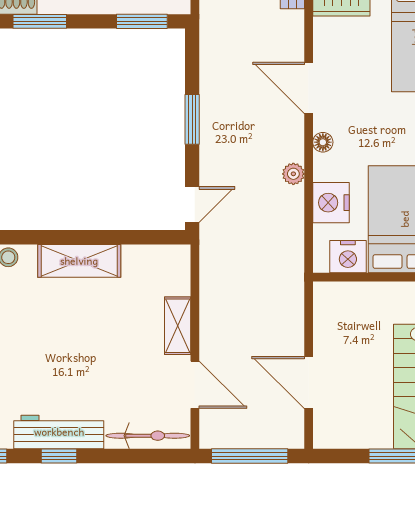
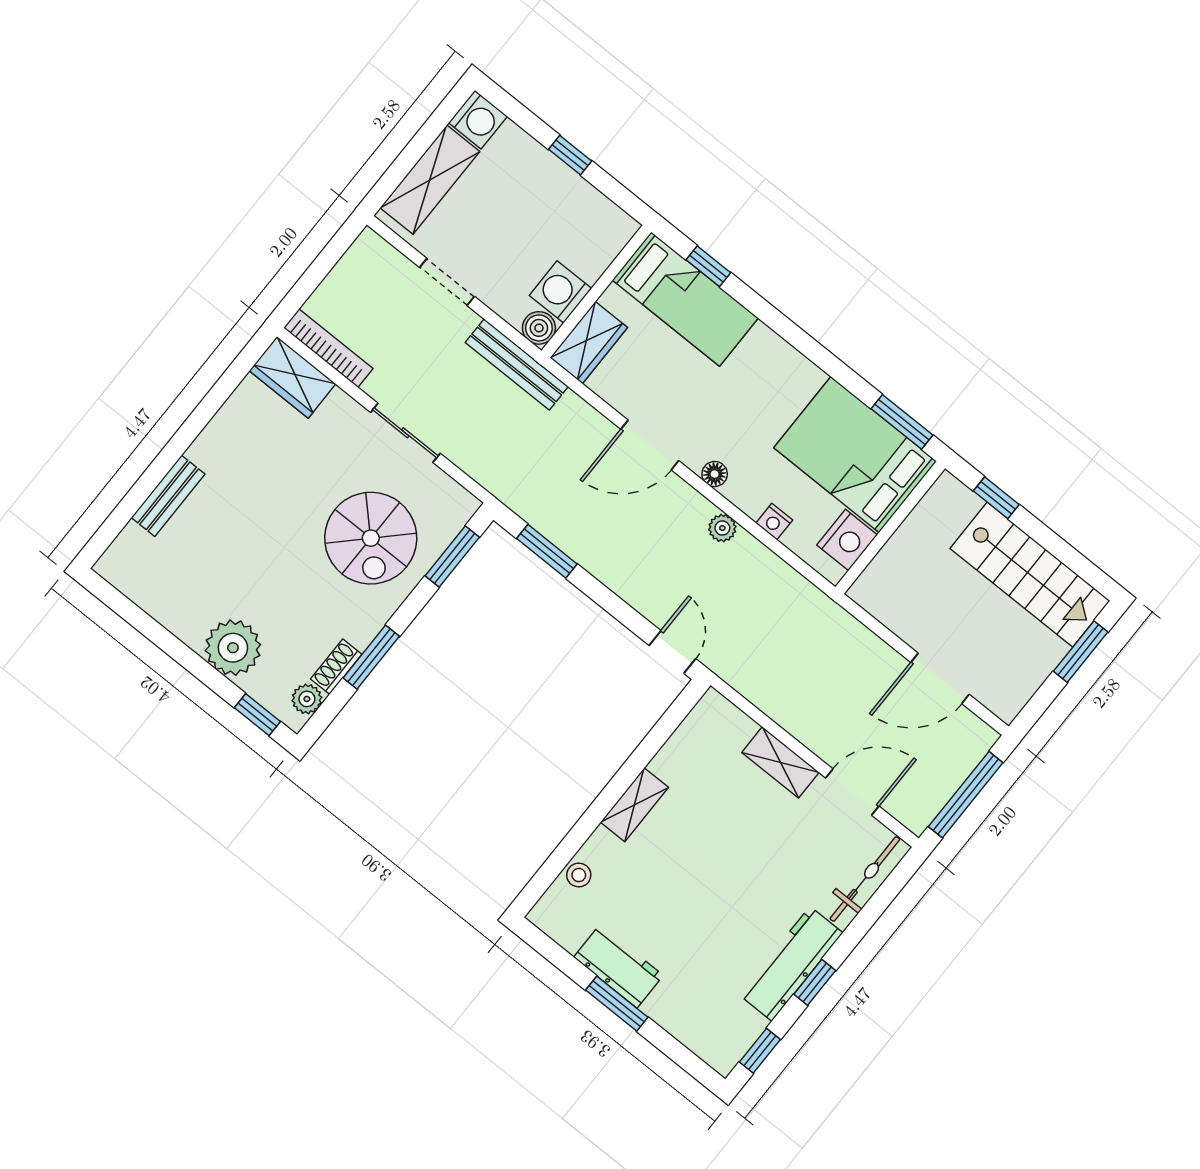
window: (192, 119) -> (547, 551), moved
nightstand: (331, 203) -> (774, 522), width x0.53, depth x0.56
shelving: (79, 261) -> (634, 805), width x0.67, depth x0.75

